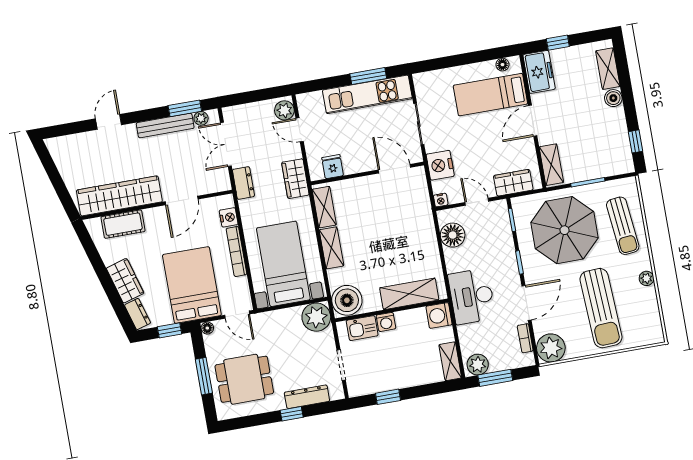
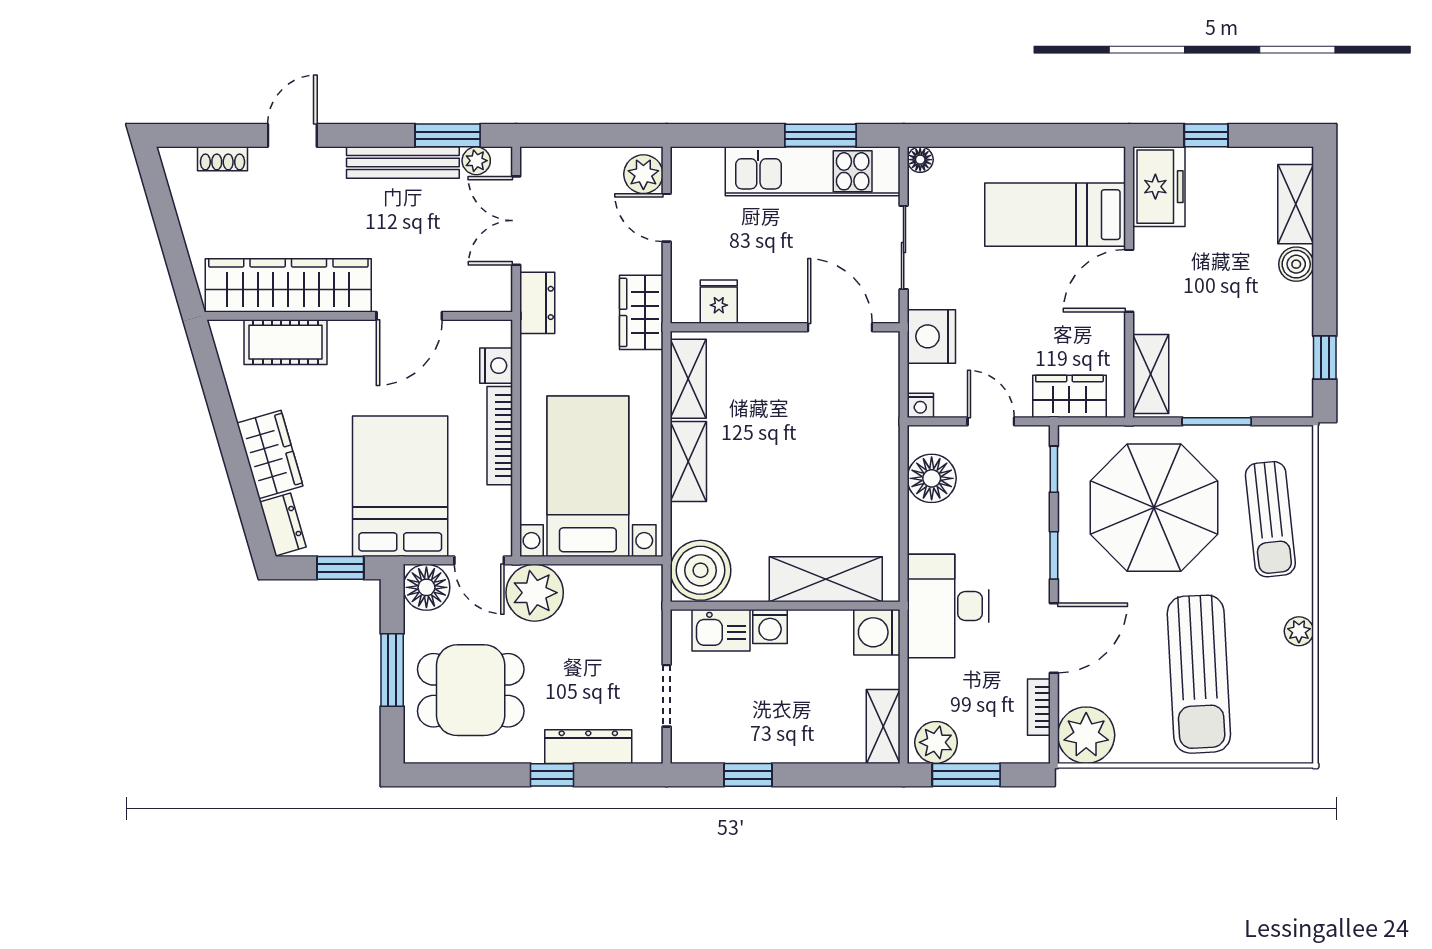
floor lamp: (502, 65) -> (920, 160), moved
shoe rack: (76, 139) -> (222, 159), added
plant: (316, 317) -> (535, 593), moved
floor lamp: (207, 328) -> (426, 587), width x1.89, depth x1.89

